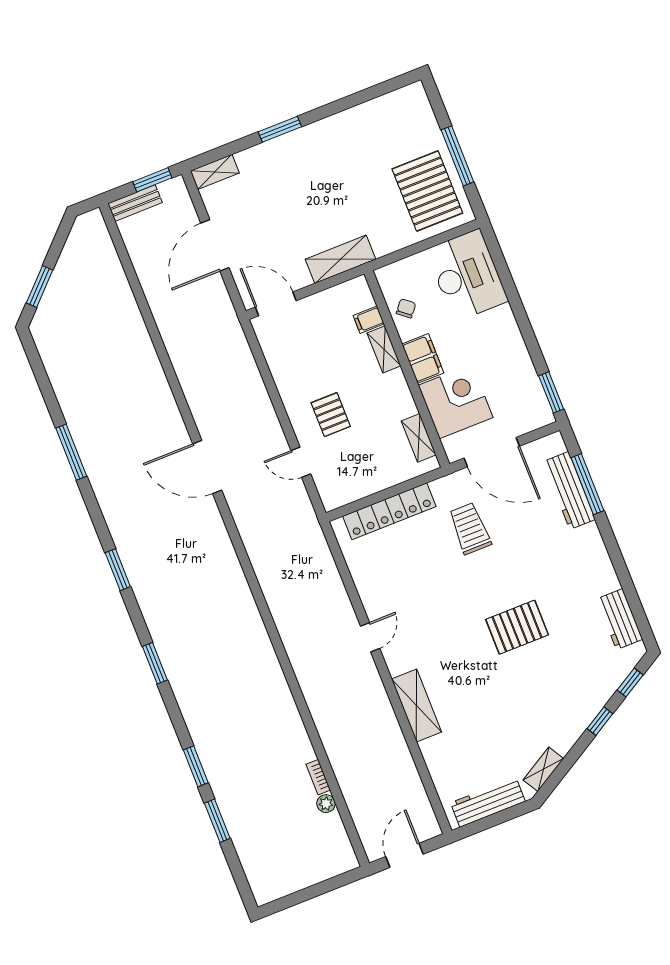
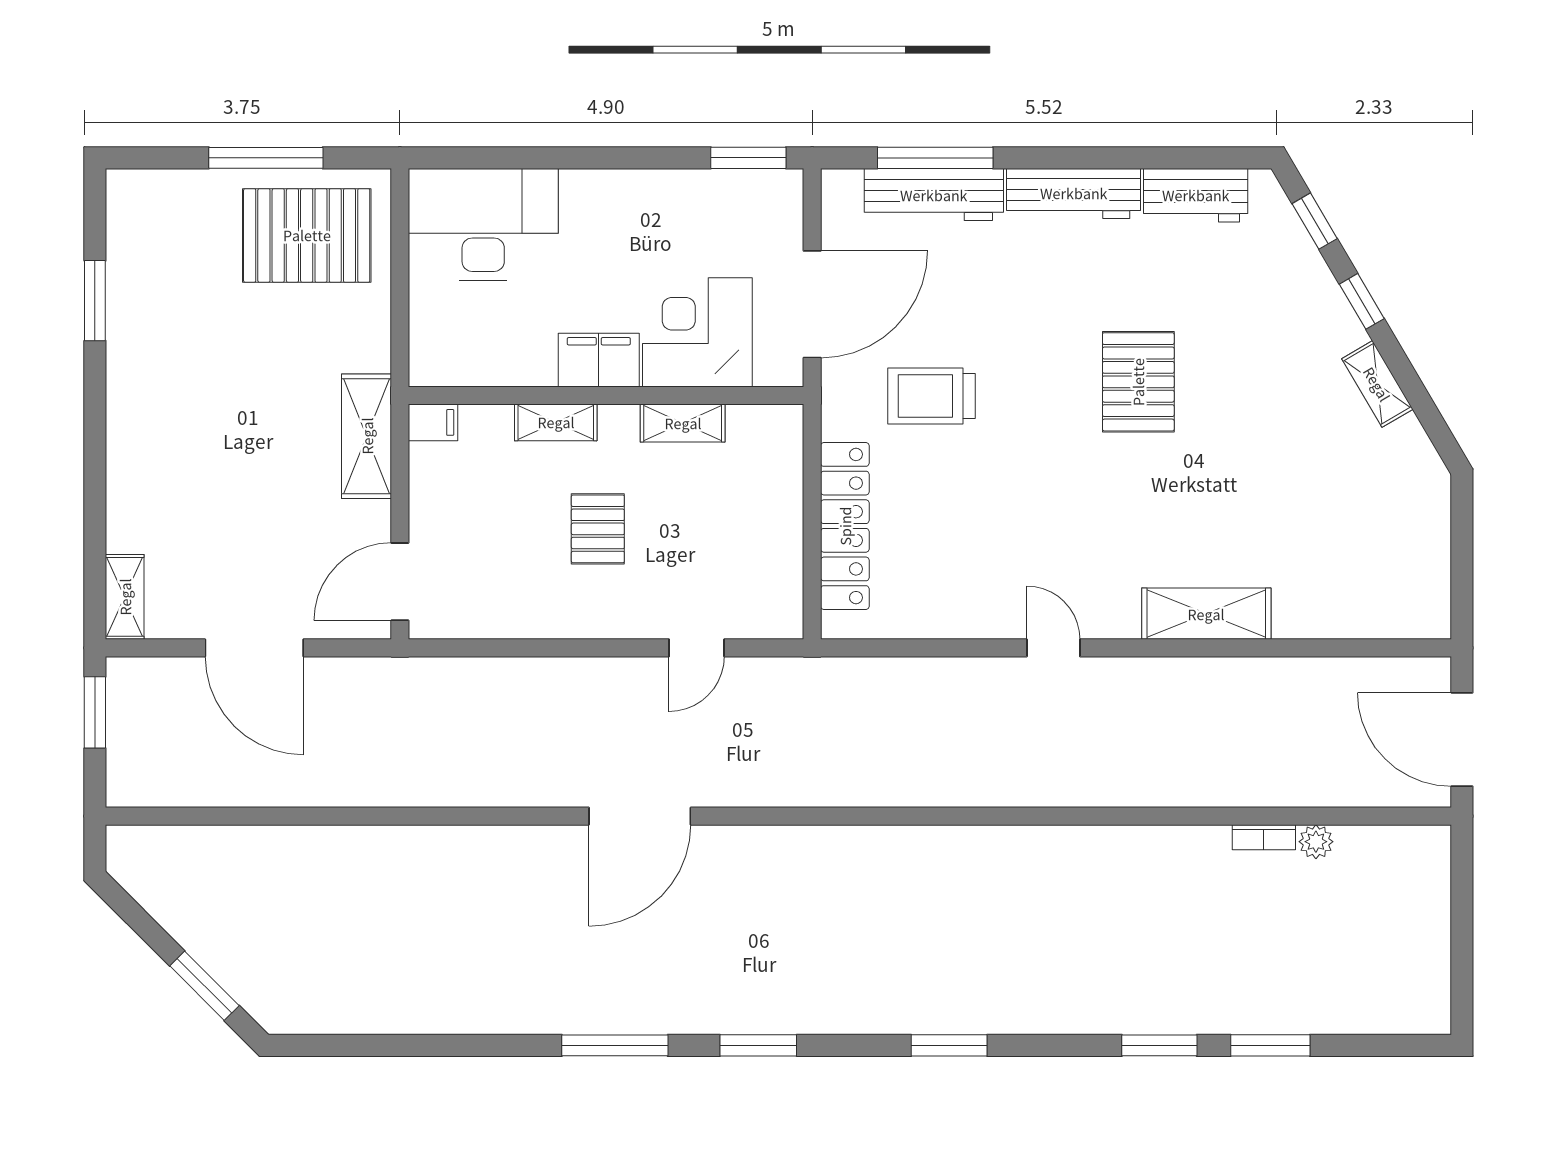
window: (280, 129) -> (95, 301), moved
bench: (135, 203) -> (124, 759), removed
chair: (406, 308) -> (499, 355), removed
filing cabinet: (369, 320) -> (433, 422), moved, turned -90
pallet: (331, 415) -> (598, 529), moved, turned 90
shelving: (419, 438) -> (683, 423), moved
window: (71, 452) -> (615, 1045), moved
shelving: (543, 769) -> (1377, 384), moved
workbench: (488, 802) -> (1074, 193), moved, turned -90
door: (404, 855) -> (1462, 740), width x1.36

